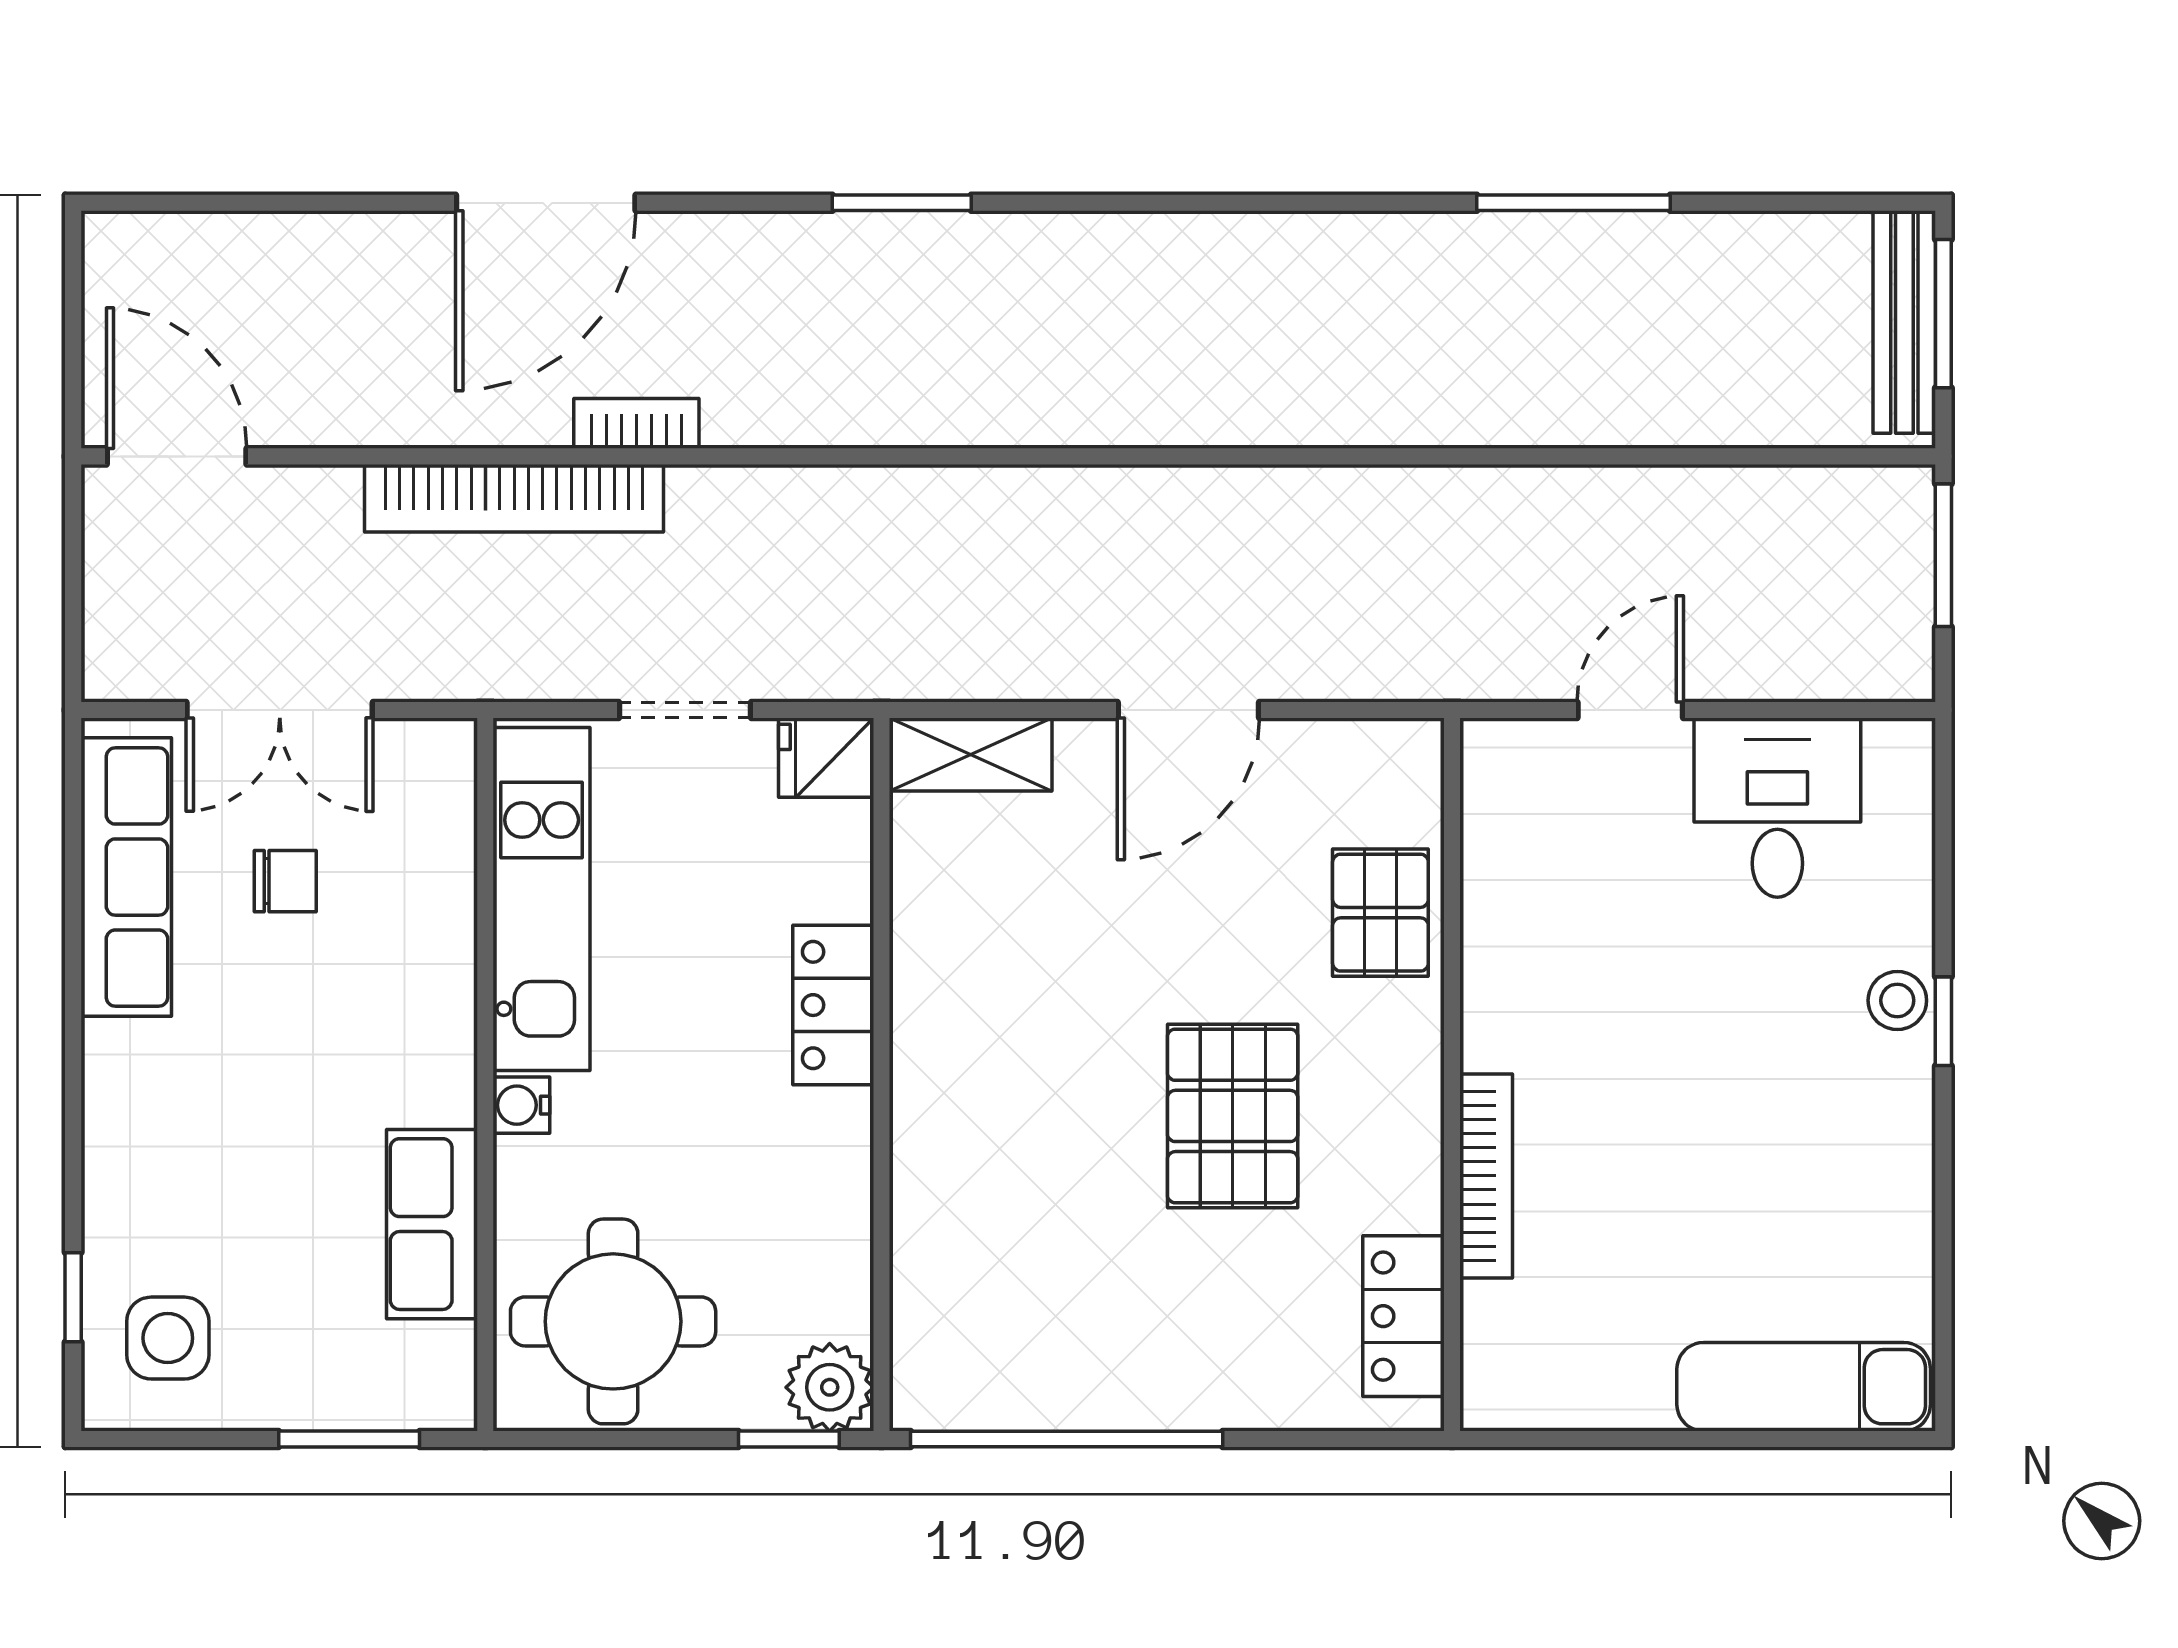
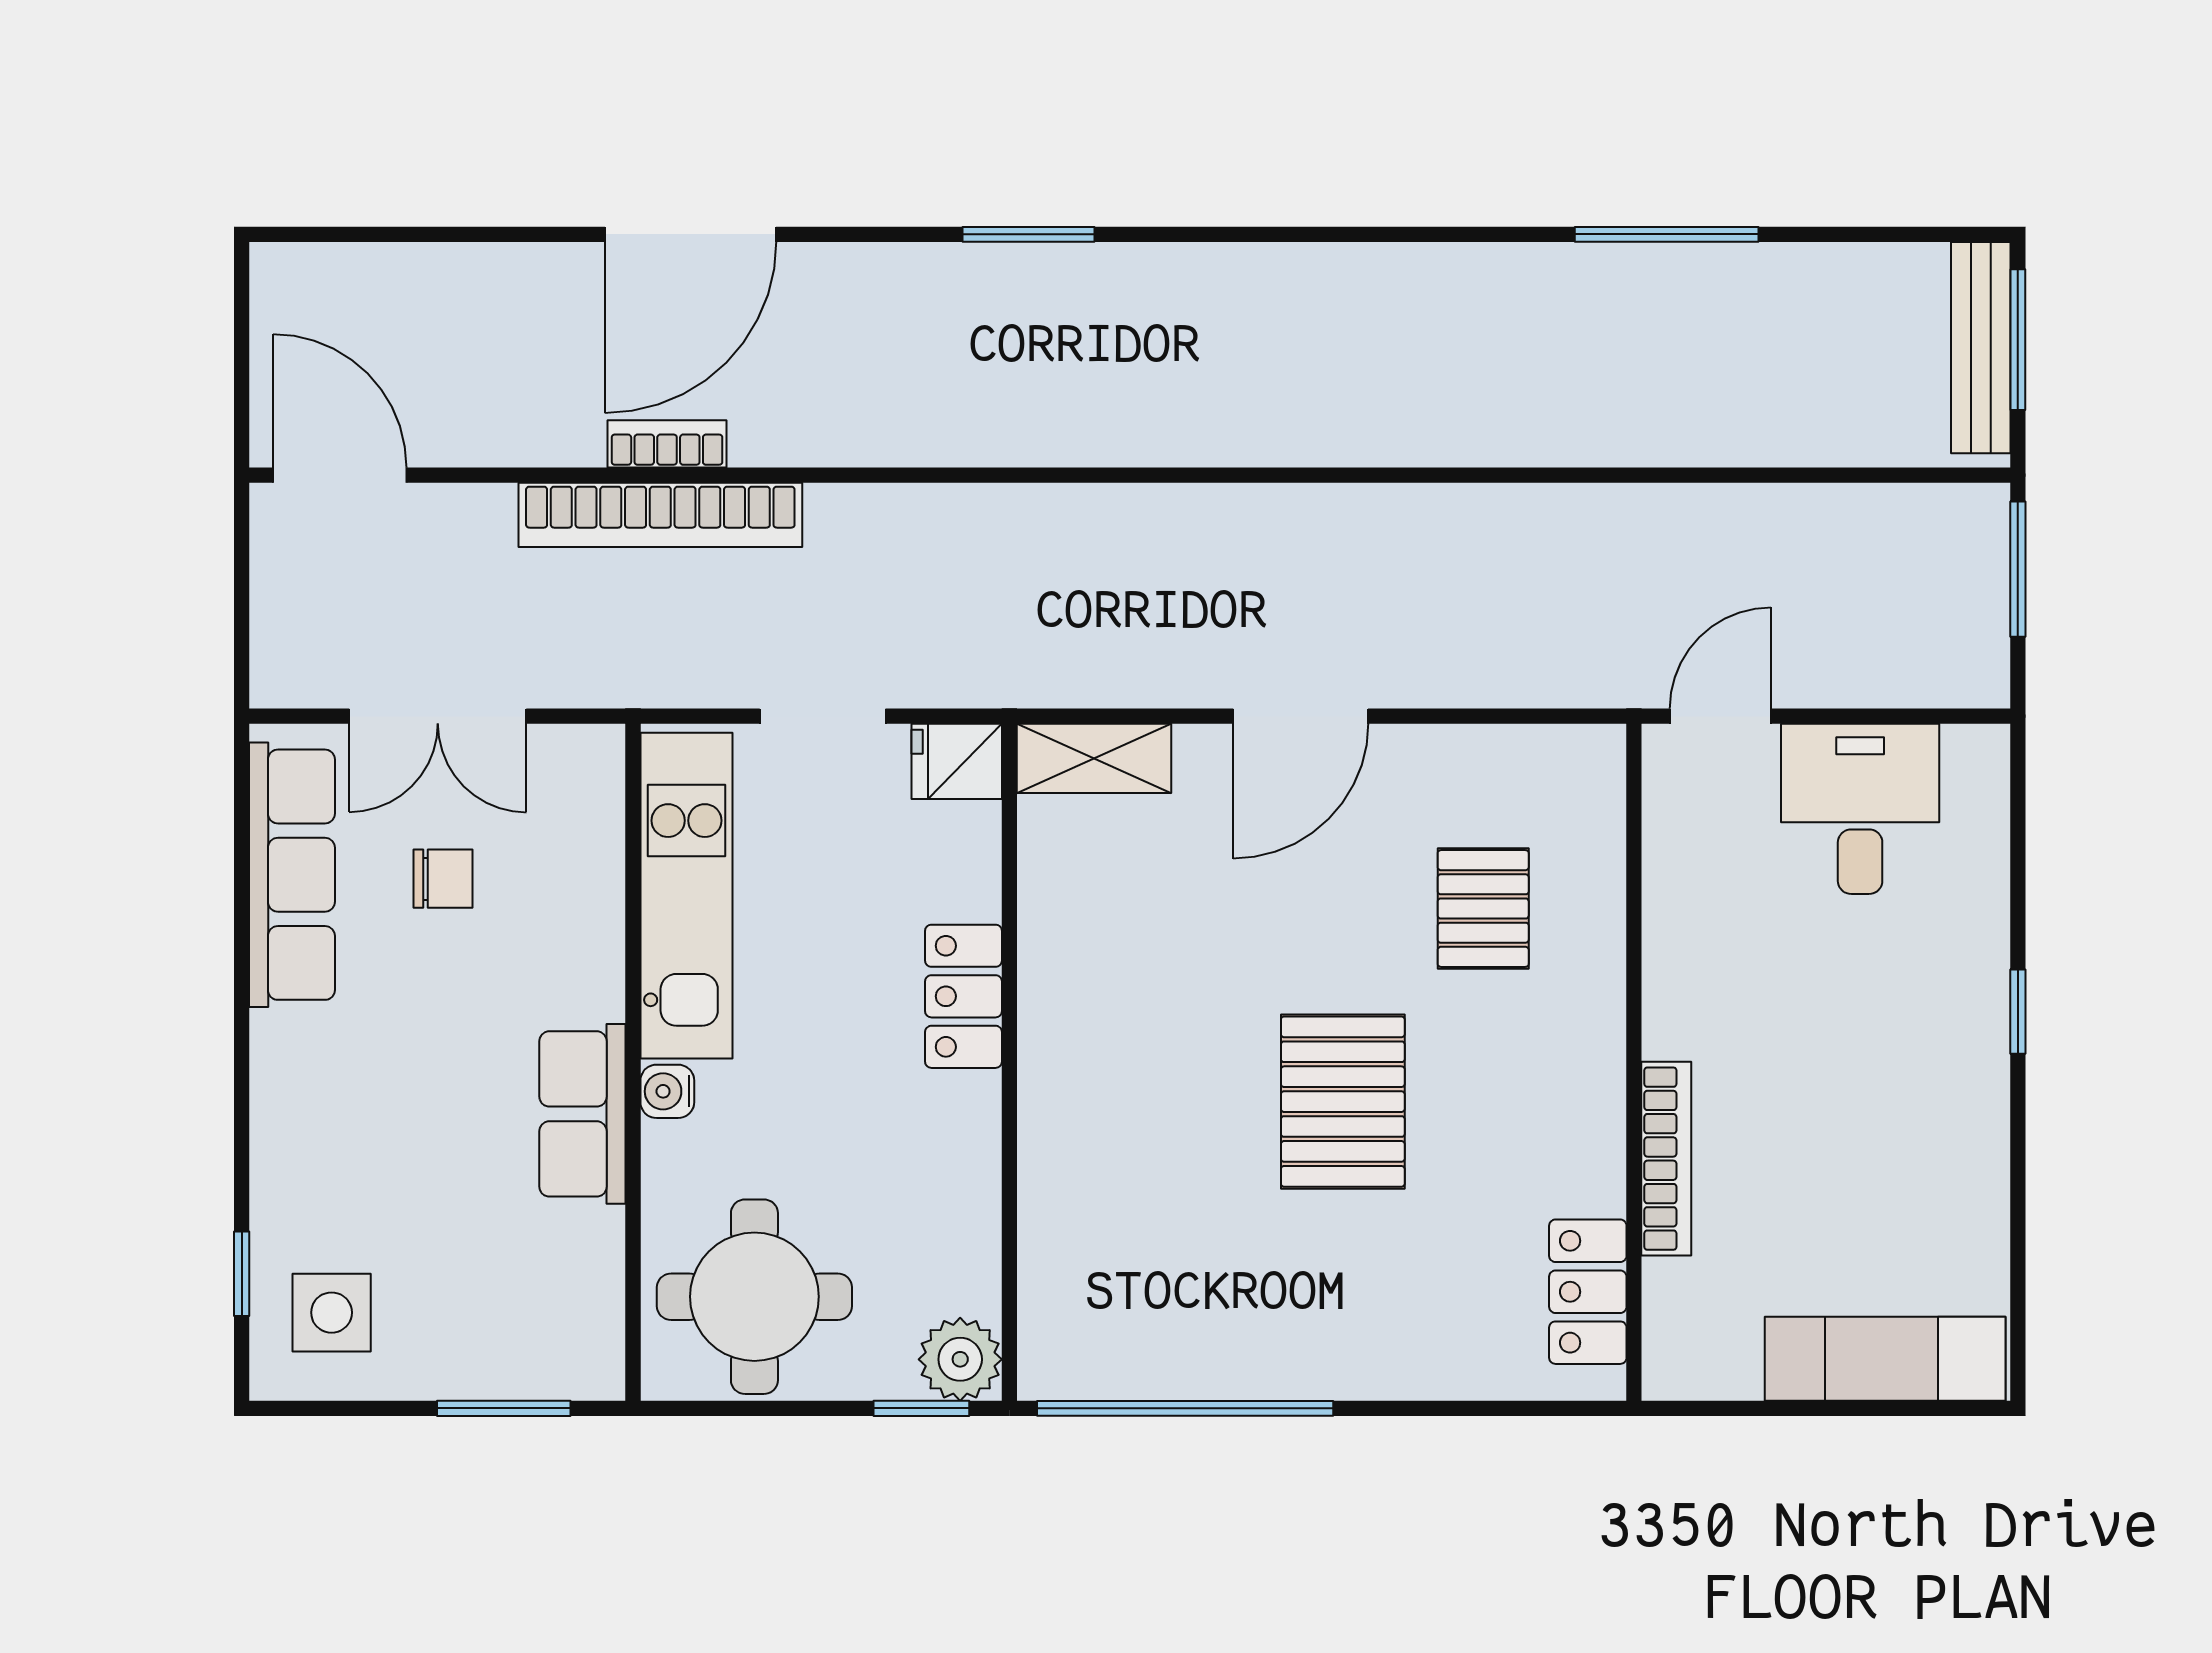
bookcase: (636, 423) -> (667, 444), moved
stool: (1897, 1000) -> (1974, 992), removed
wall: (1452, 1074) -> (1634, 1062), moved
bookcase: (1486, 1176) -> (1666, 1159), moved
row of seats: (432, 1224) -> (582, 1114), moved
locker: (1404, 1316) -> (1588, 1292), moved

